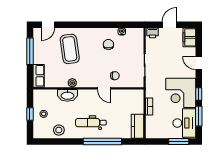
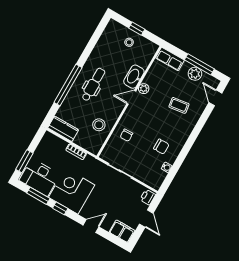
coffee table: (70, 49) -> (179, 105), width x0.54, depth x0.58
plant: (39, 51) -> (195, 74), added
door: (104, 88) -> (131, 97), moved
stool: (59, 130) -> (99, 125), moved

